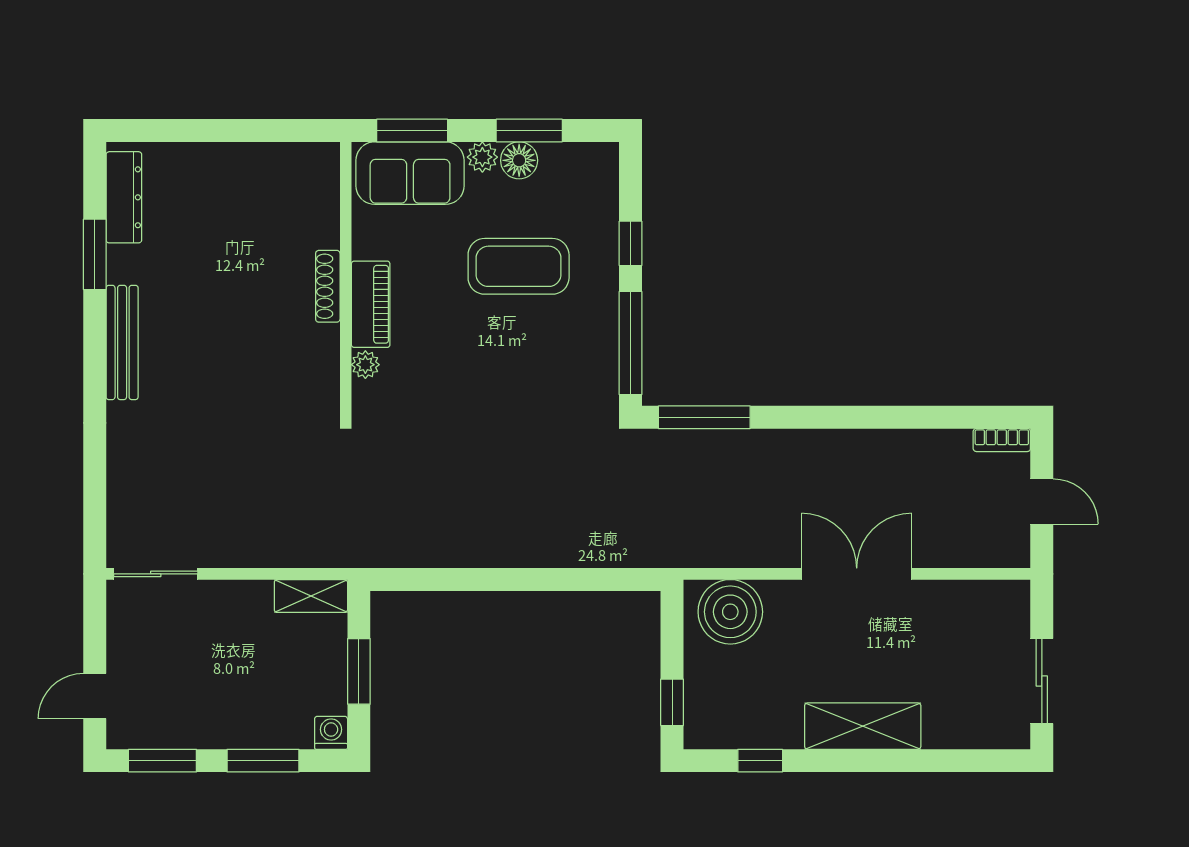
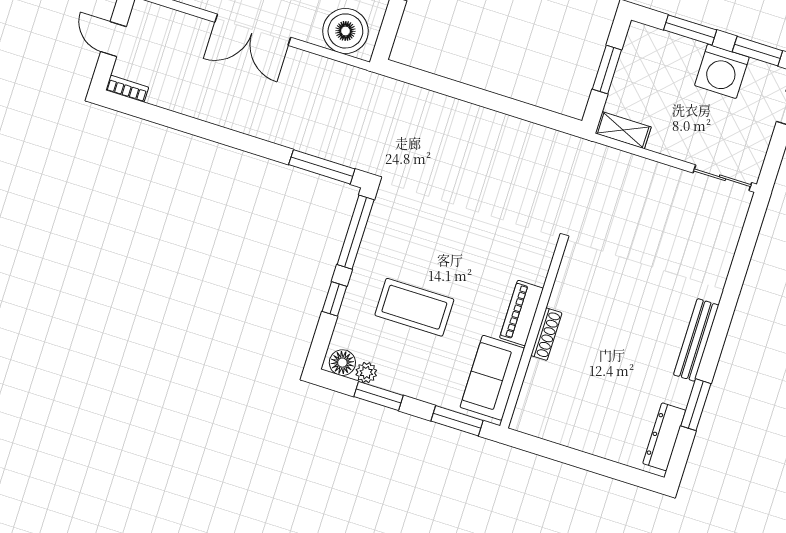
plant: (482, 157) -> (366, 373), moved
floor lamp: (519, 160) -> (342, 363), moved
sofa: (410, 173) -> (492, 378), moved, turned -90
plant: (365, 365) -> (538, 274), removed
washing machine: (331, 733) -> (722, 71), moved, width x1.89, depth x1.89

